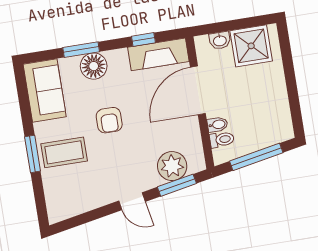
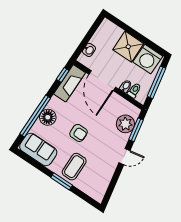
window: (143, 40) -> (63, 75), moved
shower: (251, 46) -> (128, 47), moved
window: (81, 50) -> (35, 116), width x2.11
washing machine: (274, 121) -> (148, 59), added

